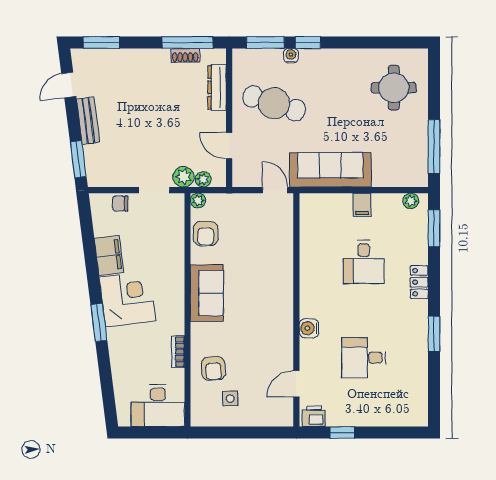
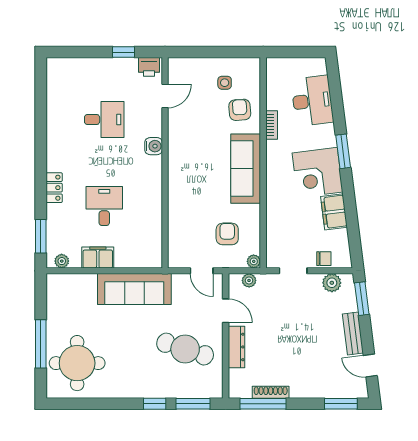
shoe rack: (185, 55) -> (271, 392), width x1.43
water cooler: (291, 56) -> (170, 392), removed
door: (69, 85) -> (370, 366), swing flipped
dresser: (217, 87) -> (236, 347), moved
round table: (394, 88) -> (77, 363), width x1.36, depth x1.36
window: (434, 147) -> (41, 344), moved
plant: (184, 177) -> (332, 283), moved
door: (275, 190) -> (202, 271), moved
filing cabinet: (362, 205) -> (98, 257), width x2.00
armchair: (206, 234) -> (227, 234), moved
sofa: (207, 293) -> (246, 169), width x1.36
window: (434, 334) -> (41, 141), removed
desk: (158, 406) -> (312, 101), moved, turned 83

